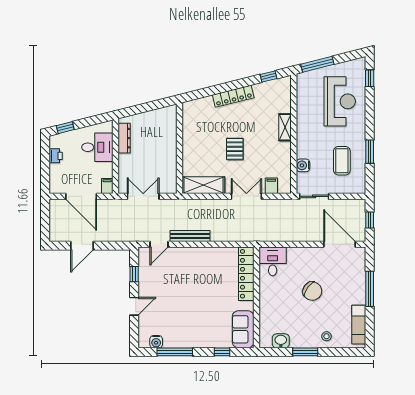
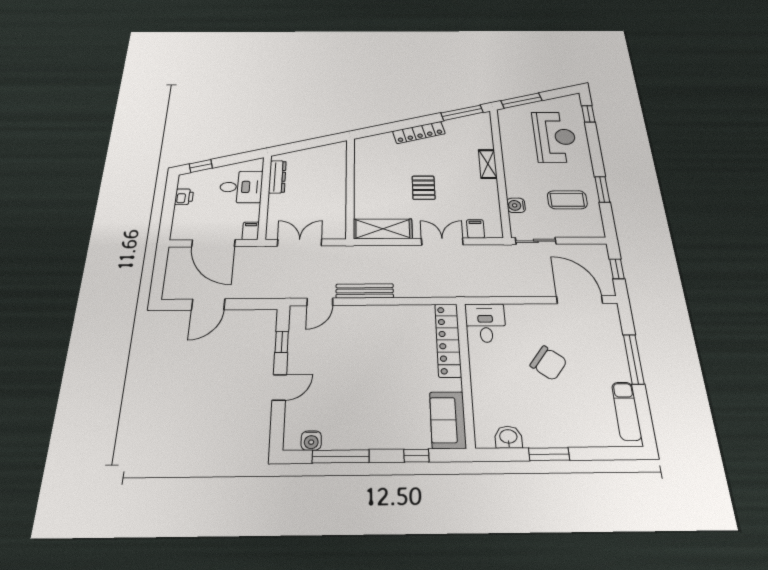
window: (268, 76) -> (462, 113), width x2.17
coffee table: (342, 161) -> (567, 200), turned 90
stool: (326, 336) -> (579, 429), removed

